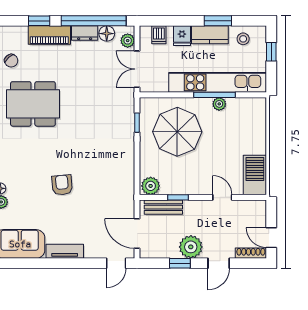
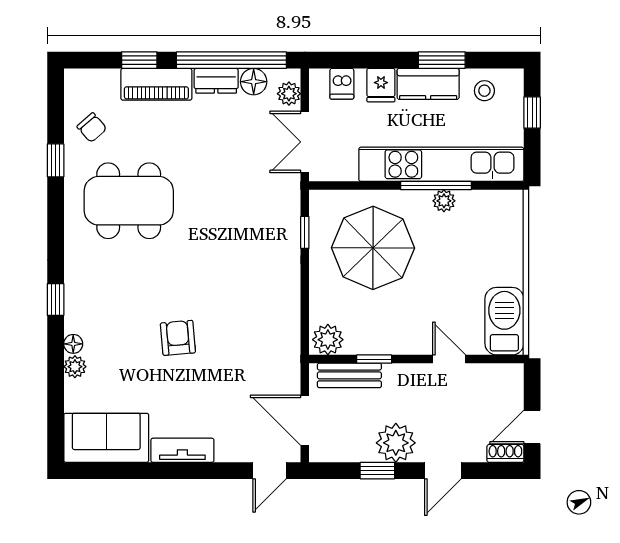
door: (271, 238) -> (532, 427), hinge flipped
shoe rack: (251, 253) -> (505, 453), width x0.70

